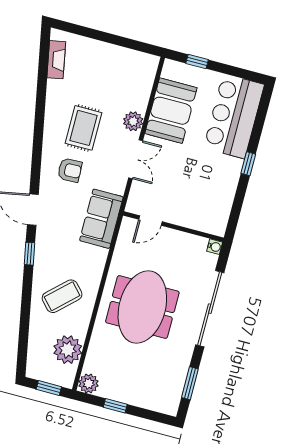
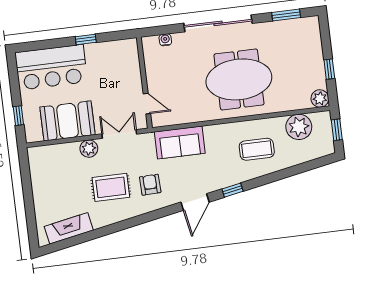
fireplace: (56, 60) -> (69, 228), width x1.37, depth x1.32
door: (150, 221) -> (147, 104), moved
wall: (173, 227) -> (144, 83), moved
coffee table: (62, 296) -> (257, 149), turned -47

